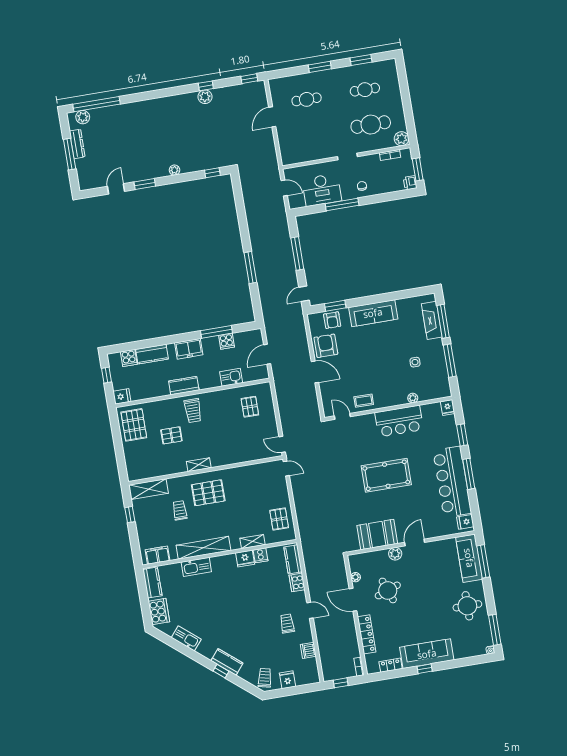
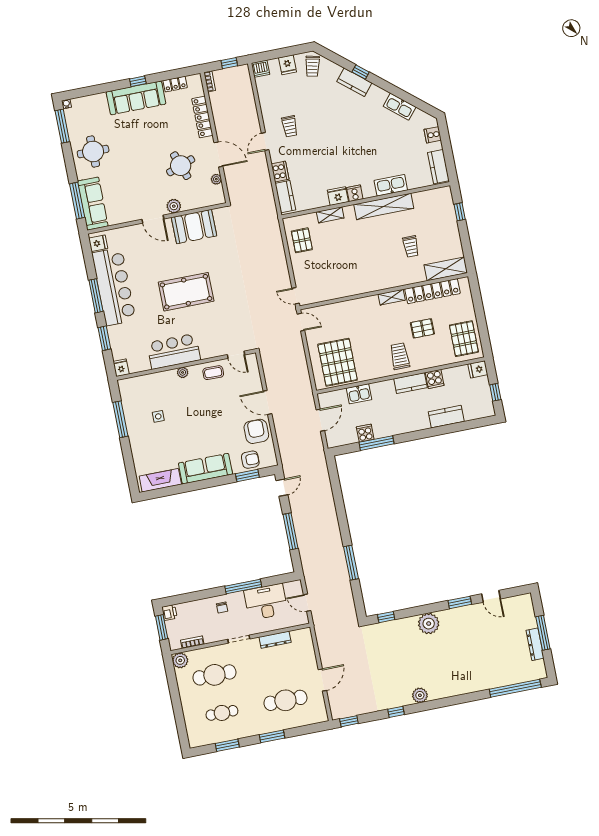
plant: (205, 97) -> (420, 695), moved
cafe table: (307, 99) -> (285, 700), width x1.37, depth x1.35
plant: (83, 117) -> (530, 674), removed
dresser: (314, 155) -> (275, 640), added
plant: (174, 170) -> (429, 624), width x1.87, depth x1.87
door: (116, 189) -> (491, 596), hinge flipped
window: (250, 267) -> (351, 563), moved
armchair: (332, 320) -> (250, 460), turned 90
fireplace: (432, 320) -> (160, 480), moved, turned -90
window: (443, 321) -> (129, 462), removed
armchair: (326, 346) -> (256, 431), turned 180
freezer: (189, 349) -> (406, 424), removed
cooker: (129, 358) -> (435, 379), moved, turned 180
plant: (413, 398) -> (183, 372), moved
pallet: (250, 407) -> (338, 362), width x2.05, depth x2.00
locker: (161, 469) -> (433, 291), added
pallet: (208, 493) -> (380, 267), removed
window: (130, 515) -> (460, 212), moved
door: (415, 542) -> (153, 219), hinge flipped
filing cabinet: (158, 555) -> (434, 197), removed
cooker: (261, 555) -> (355, 193), moved
door: (310, 610) -> (265, 141), hinge flipped
cooker: (159, 612) -> (433, 135), width x0.53, depth x0.76
dishwasher: (308, 650) -> (260, 69), moved, turned 90

